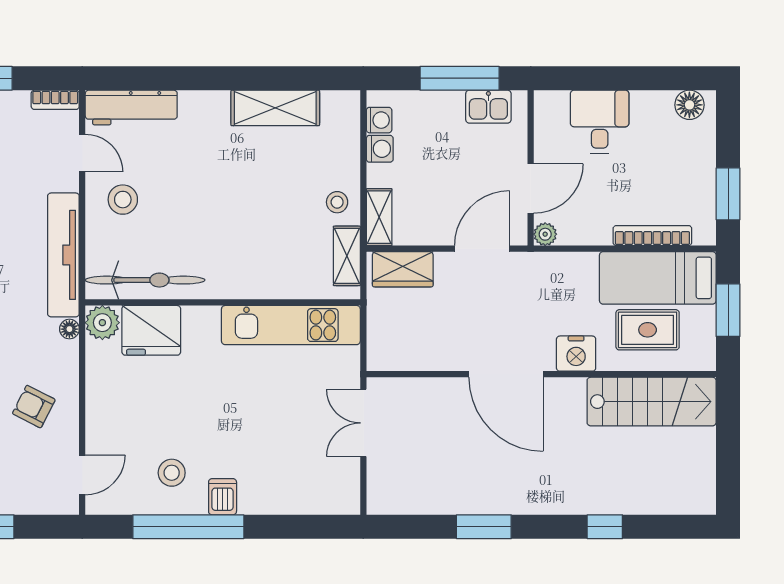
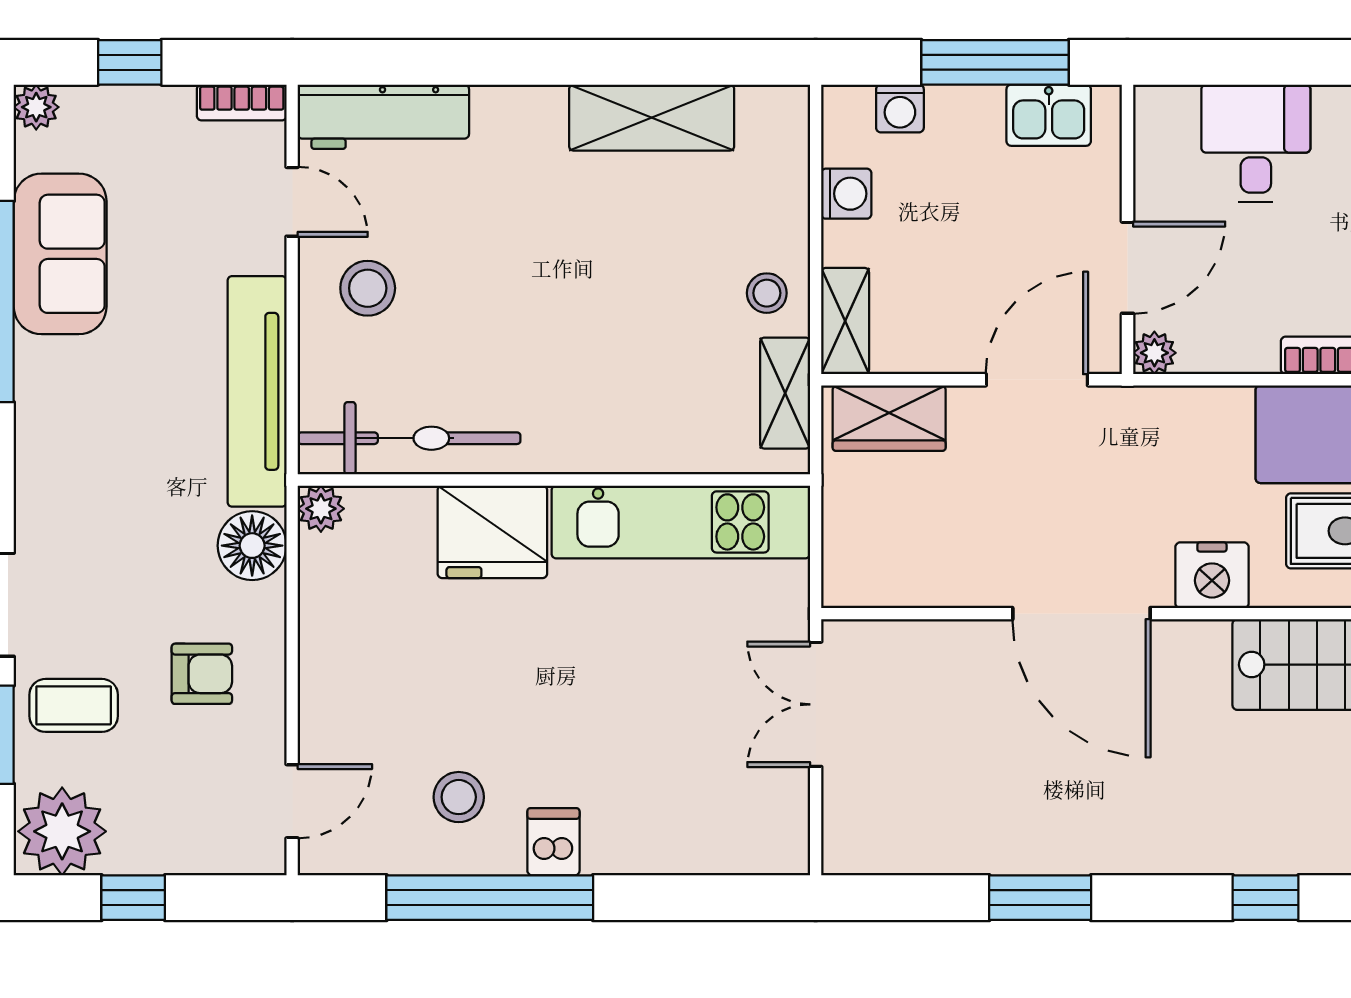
washing machine: (379, 120) -> (900, 108), moved, turned 90
plant: (102, 323) -> (321, 509), width x0.73, depth x0.73
floor lamp: (69, 329) -> (252, 546), width x1.89, depth x1.89
fridge: (151, 330) -> (492, 532), moved
armchair: (34, 407) -> (202, 674), turned 153

